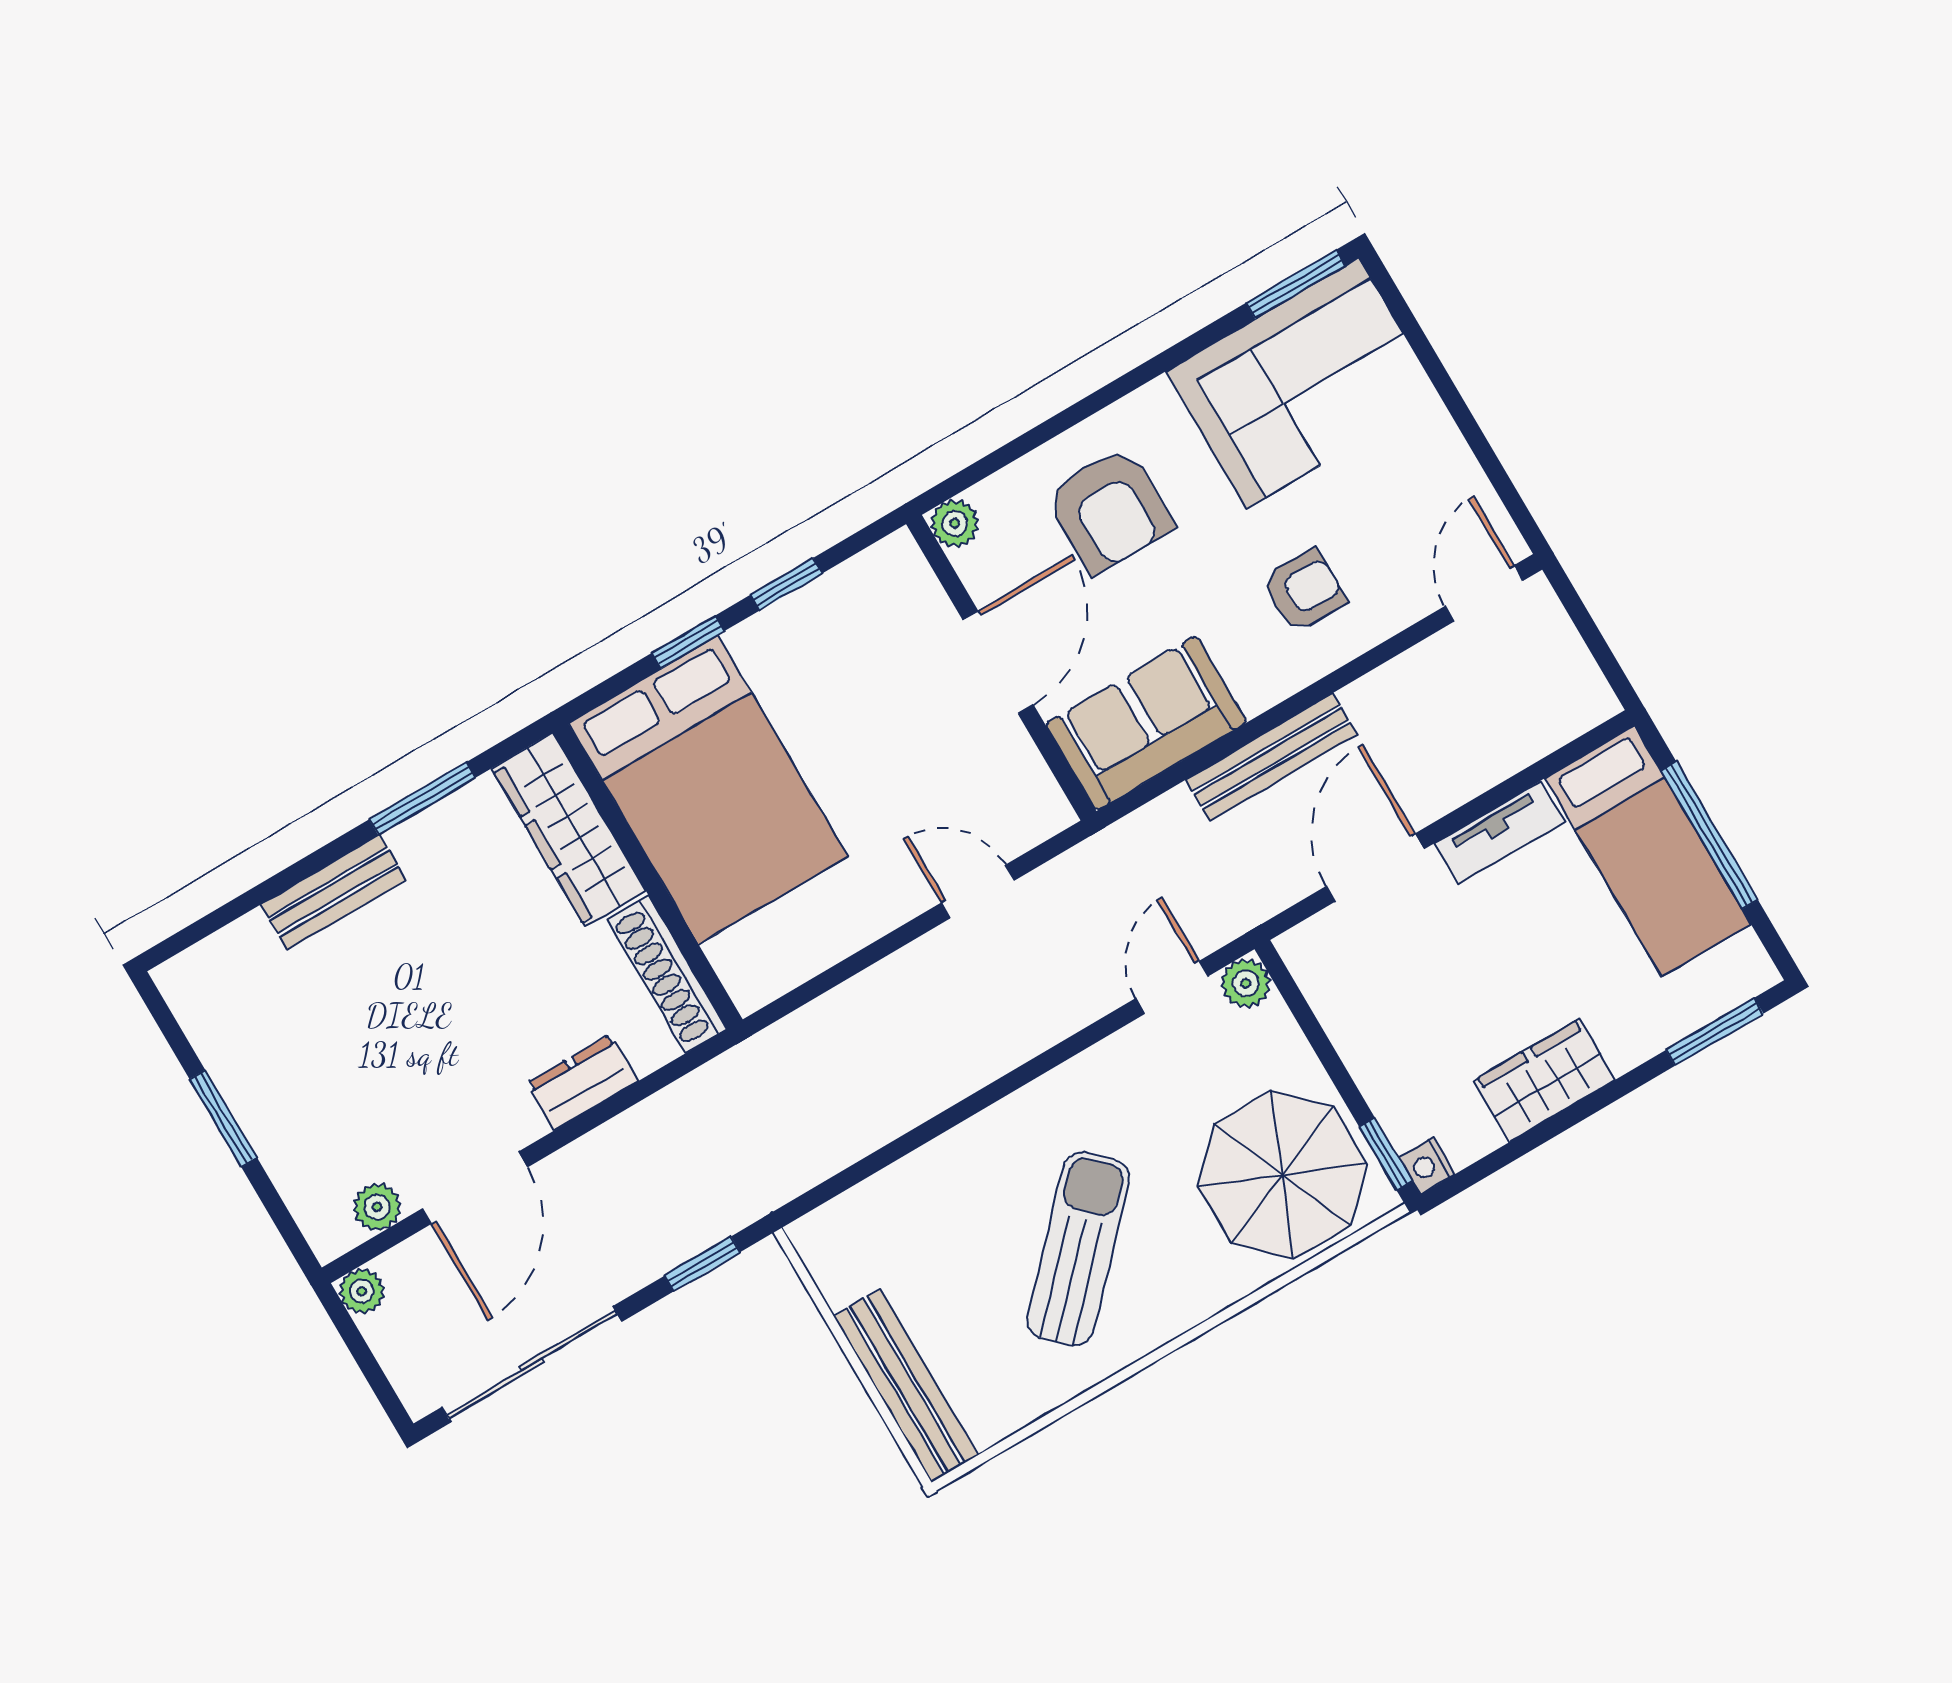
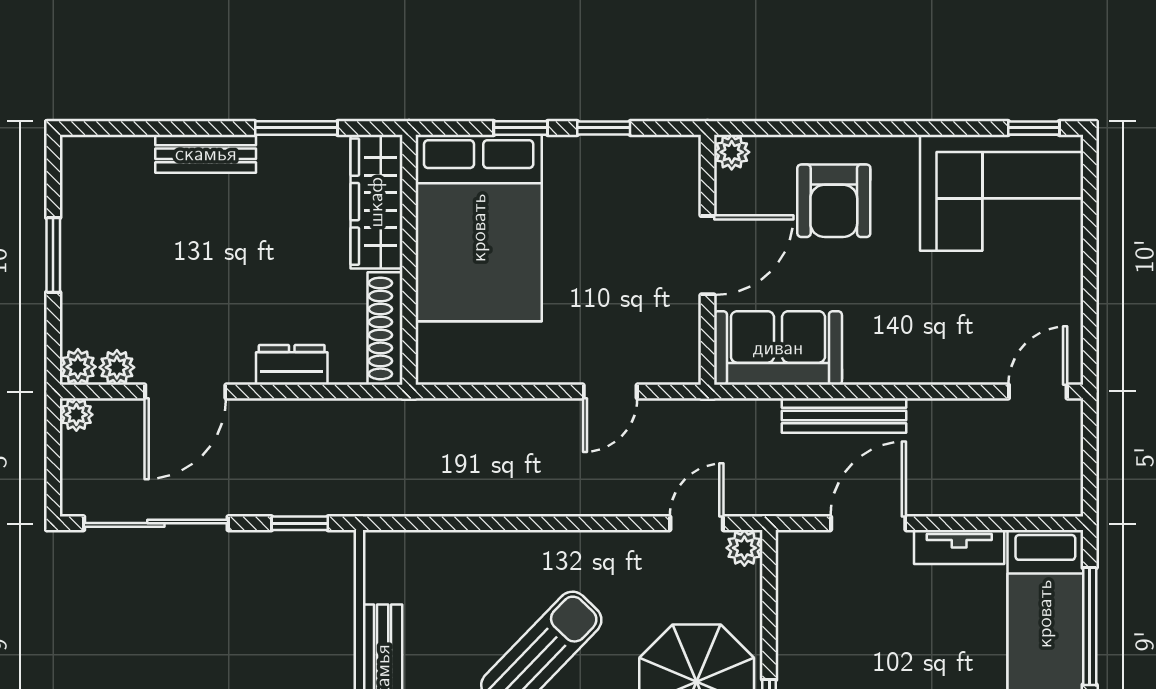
window: (1295, 284) -> (1034, 128), width x0.67
armchair: (1304, 591) -> (926, 323), removed
door: (978, 892) -> (610, 391), swing flipped
plant: (330, 1234) -> (78, 367), added

